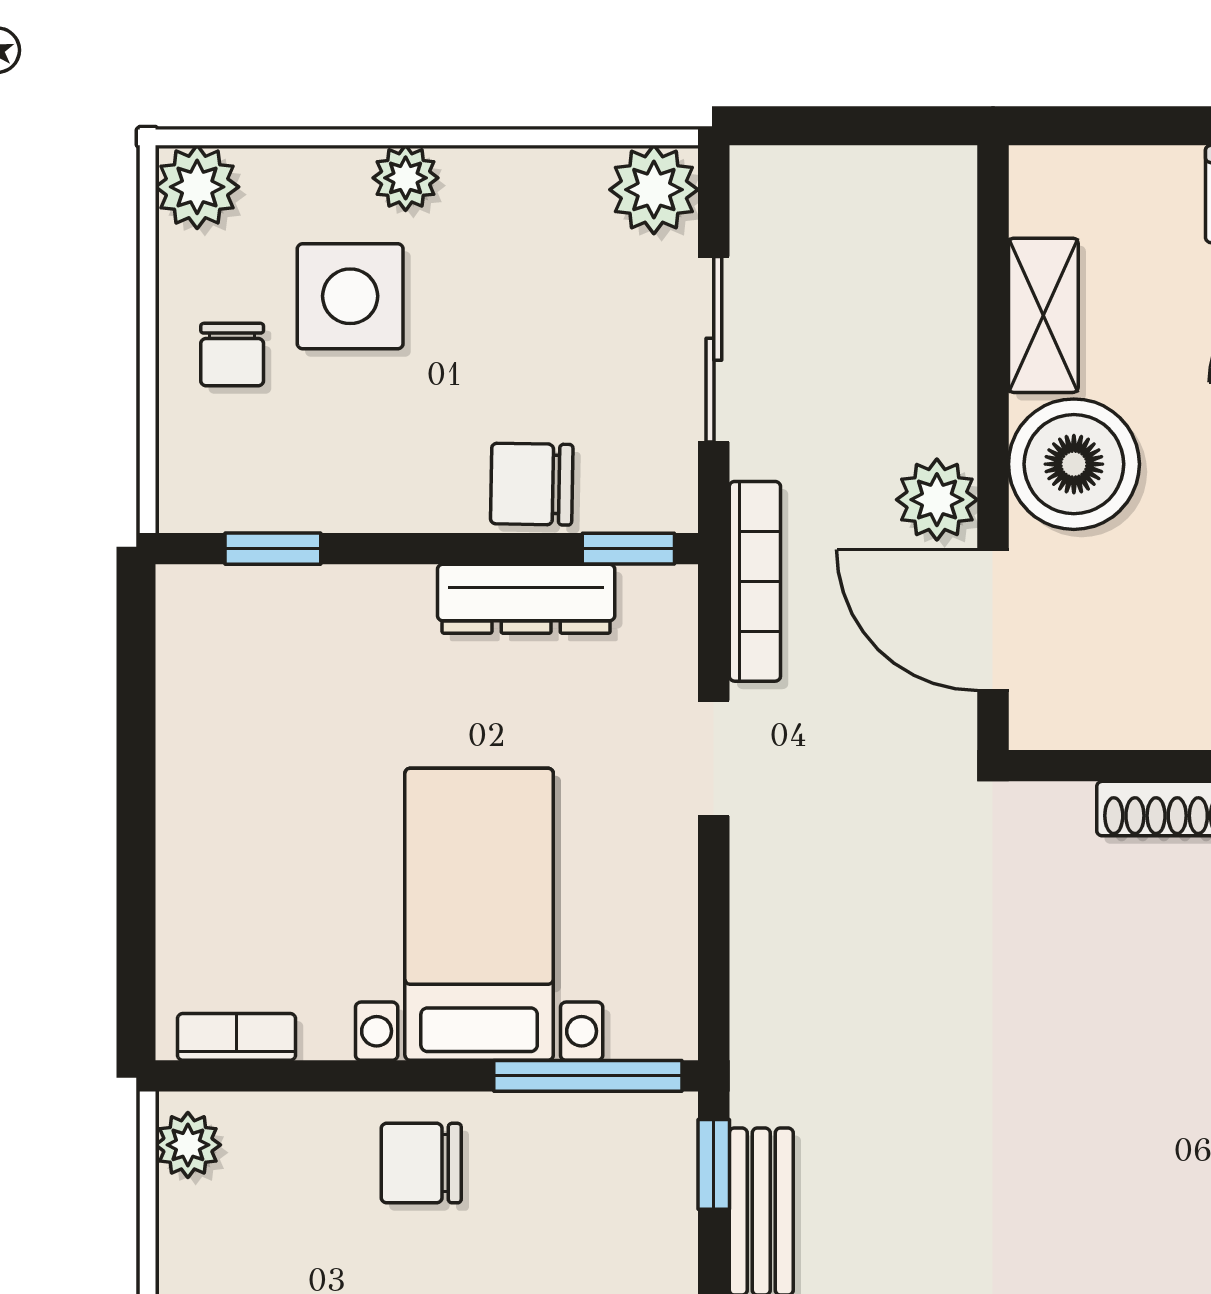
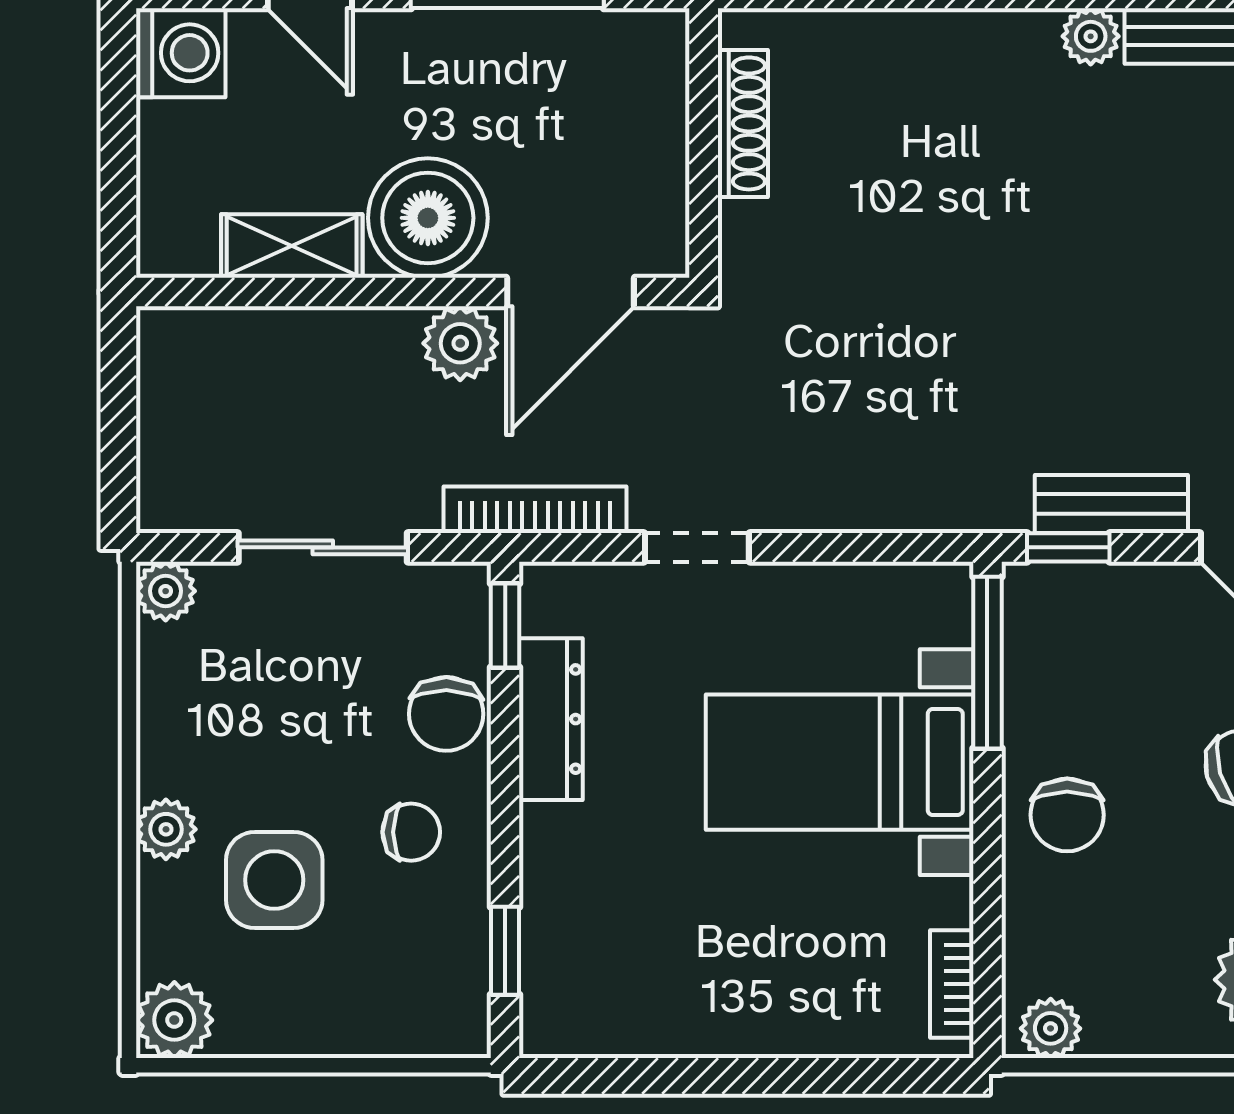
plant: (654, 190) -> (166, 591), width x0.73, depth x0.73
chair: (232, 355) -> (411, 832), moved

